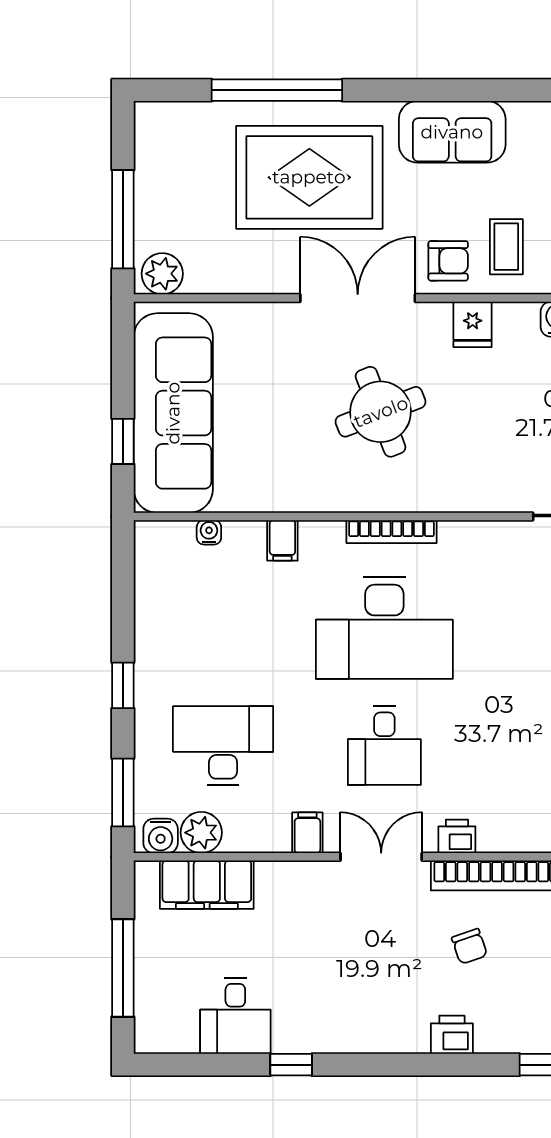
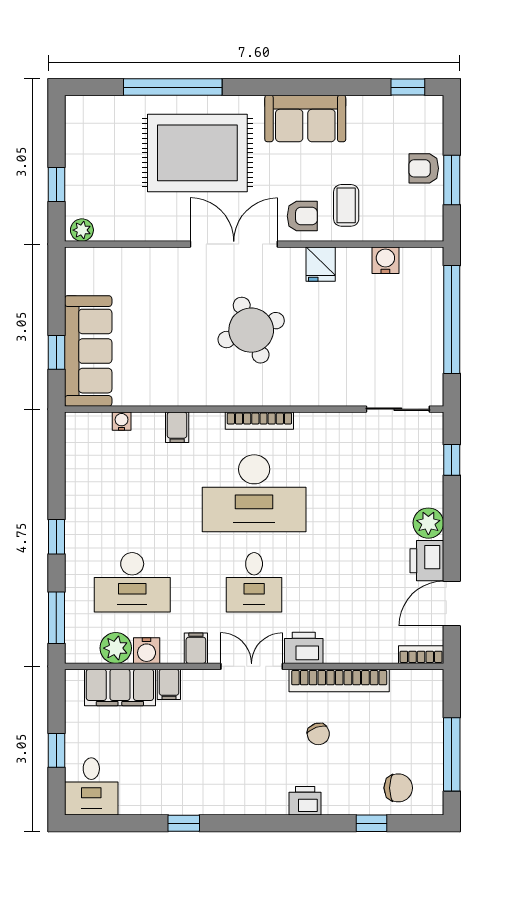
window: (123, 219) -> (56, 185), width x0.46
plant: (162, 274) -> (82, 230), width x0.73, depth x0.73
sofa: (173, 413) -> (88, 351), width x0.74, depth x0.79
desk: (223, 746) -> (132, 582), turned 180
water cooler: (161, 836) -> (147, 651), moved
printer: (457, 836) -> (304, 648), width x1.36, depth x1.24
filing cabinet: (272, 881) -> (169, 684), added
window: (123, 968) -> (56, 750), width x0.46
desk: (235, 1016) -> (91, 786), moved

